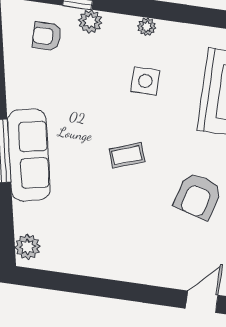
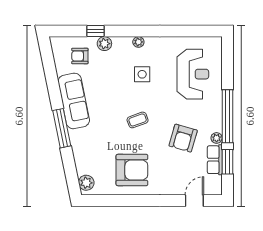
sofa: (29, 155) -> (74, 101), moved
armchair: (106, 237) -> (132, 170), added

